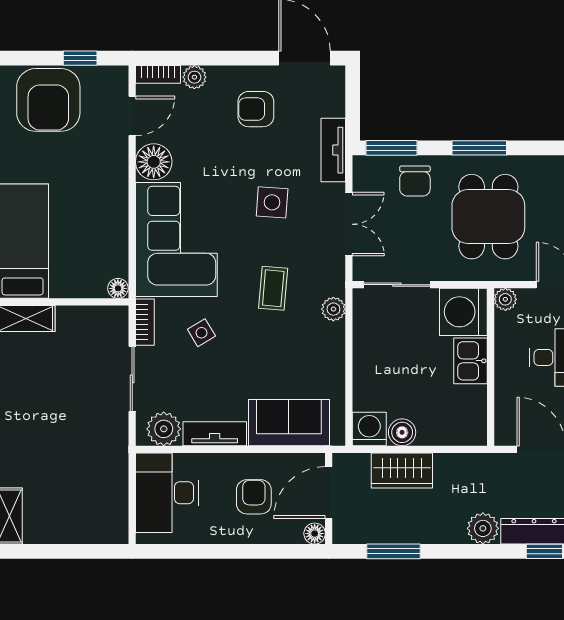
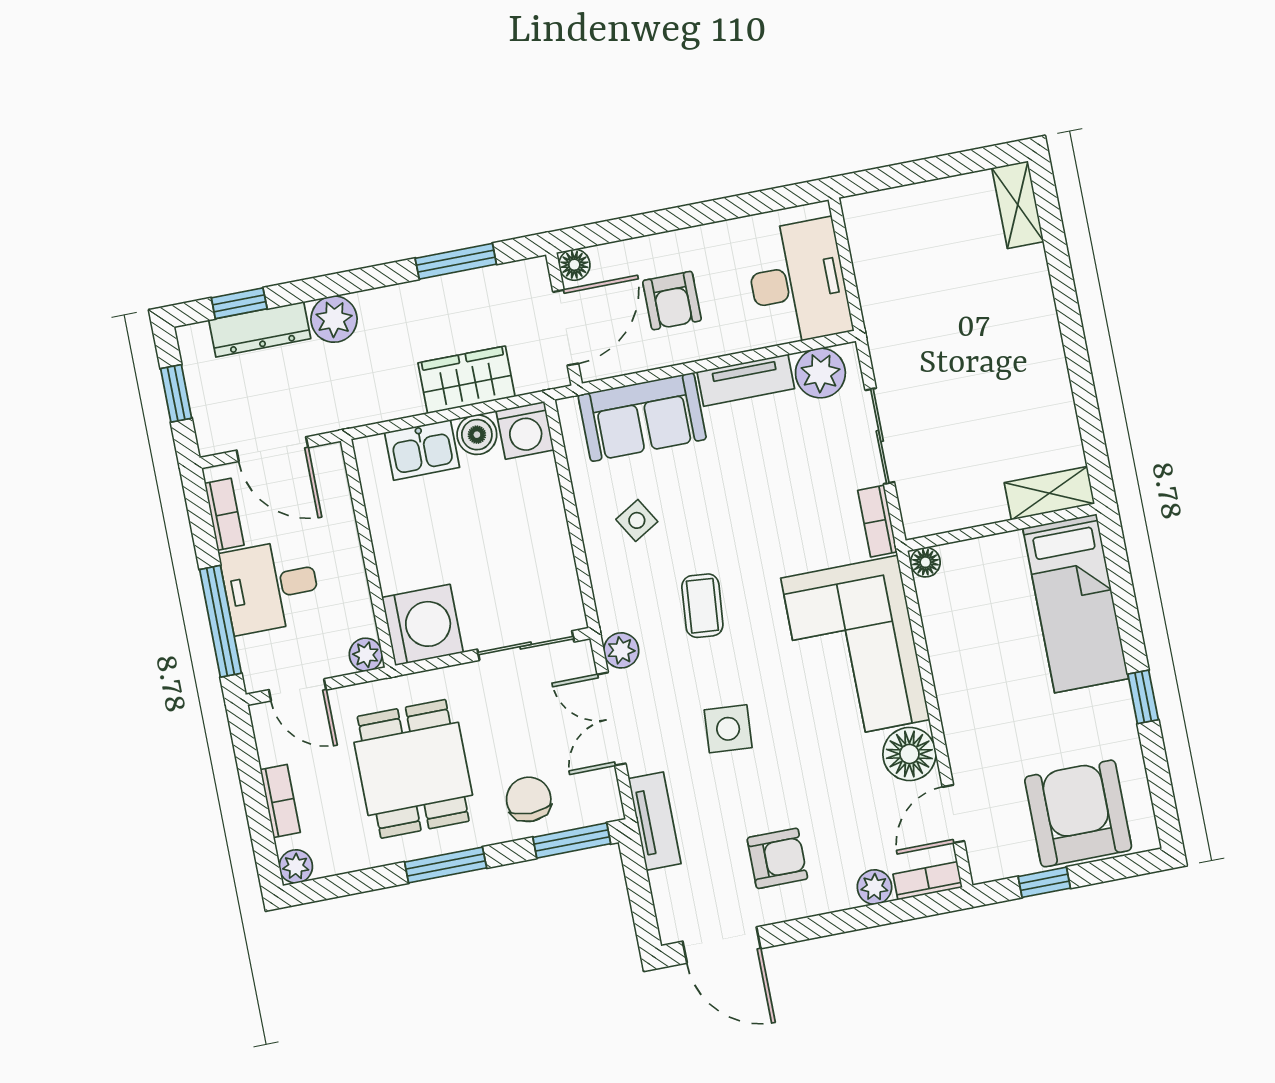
plant: (333, 309) -> (621, 650), moved
side table: (201, 333) -> (637, 520), moved
kitchen sink: (470, 361) -> (422, 450), moved, turned 90

